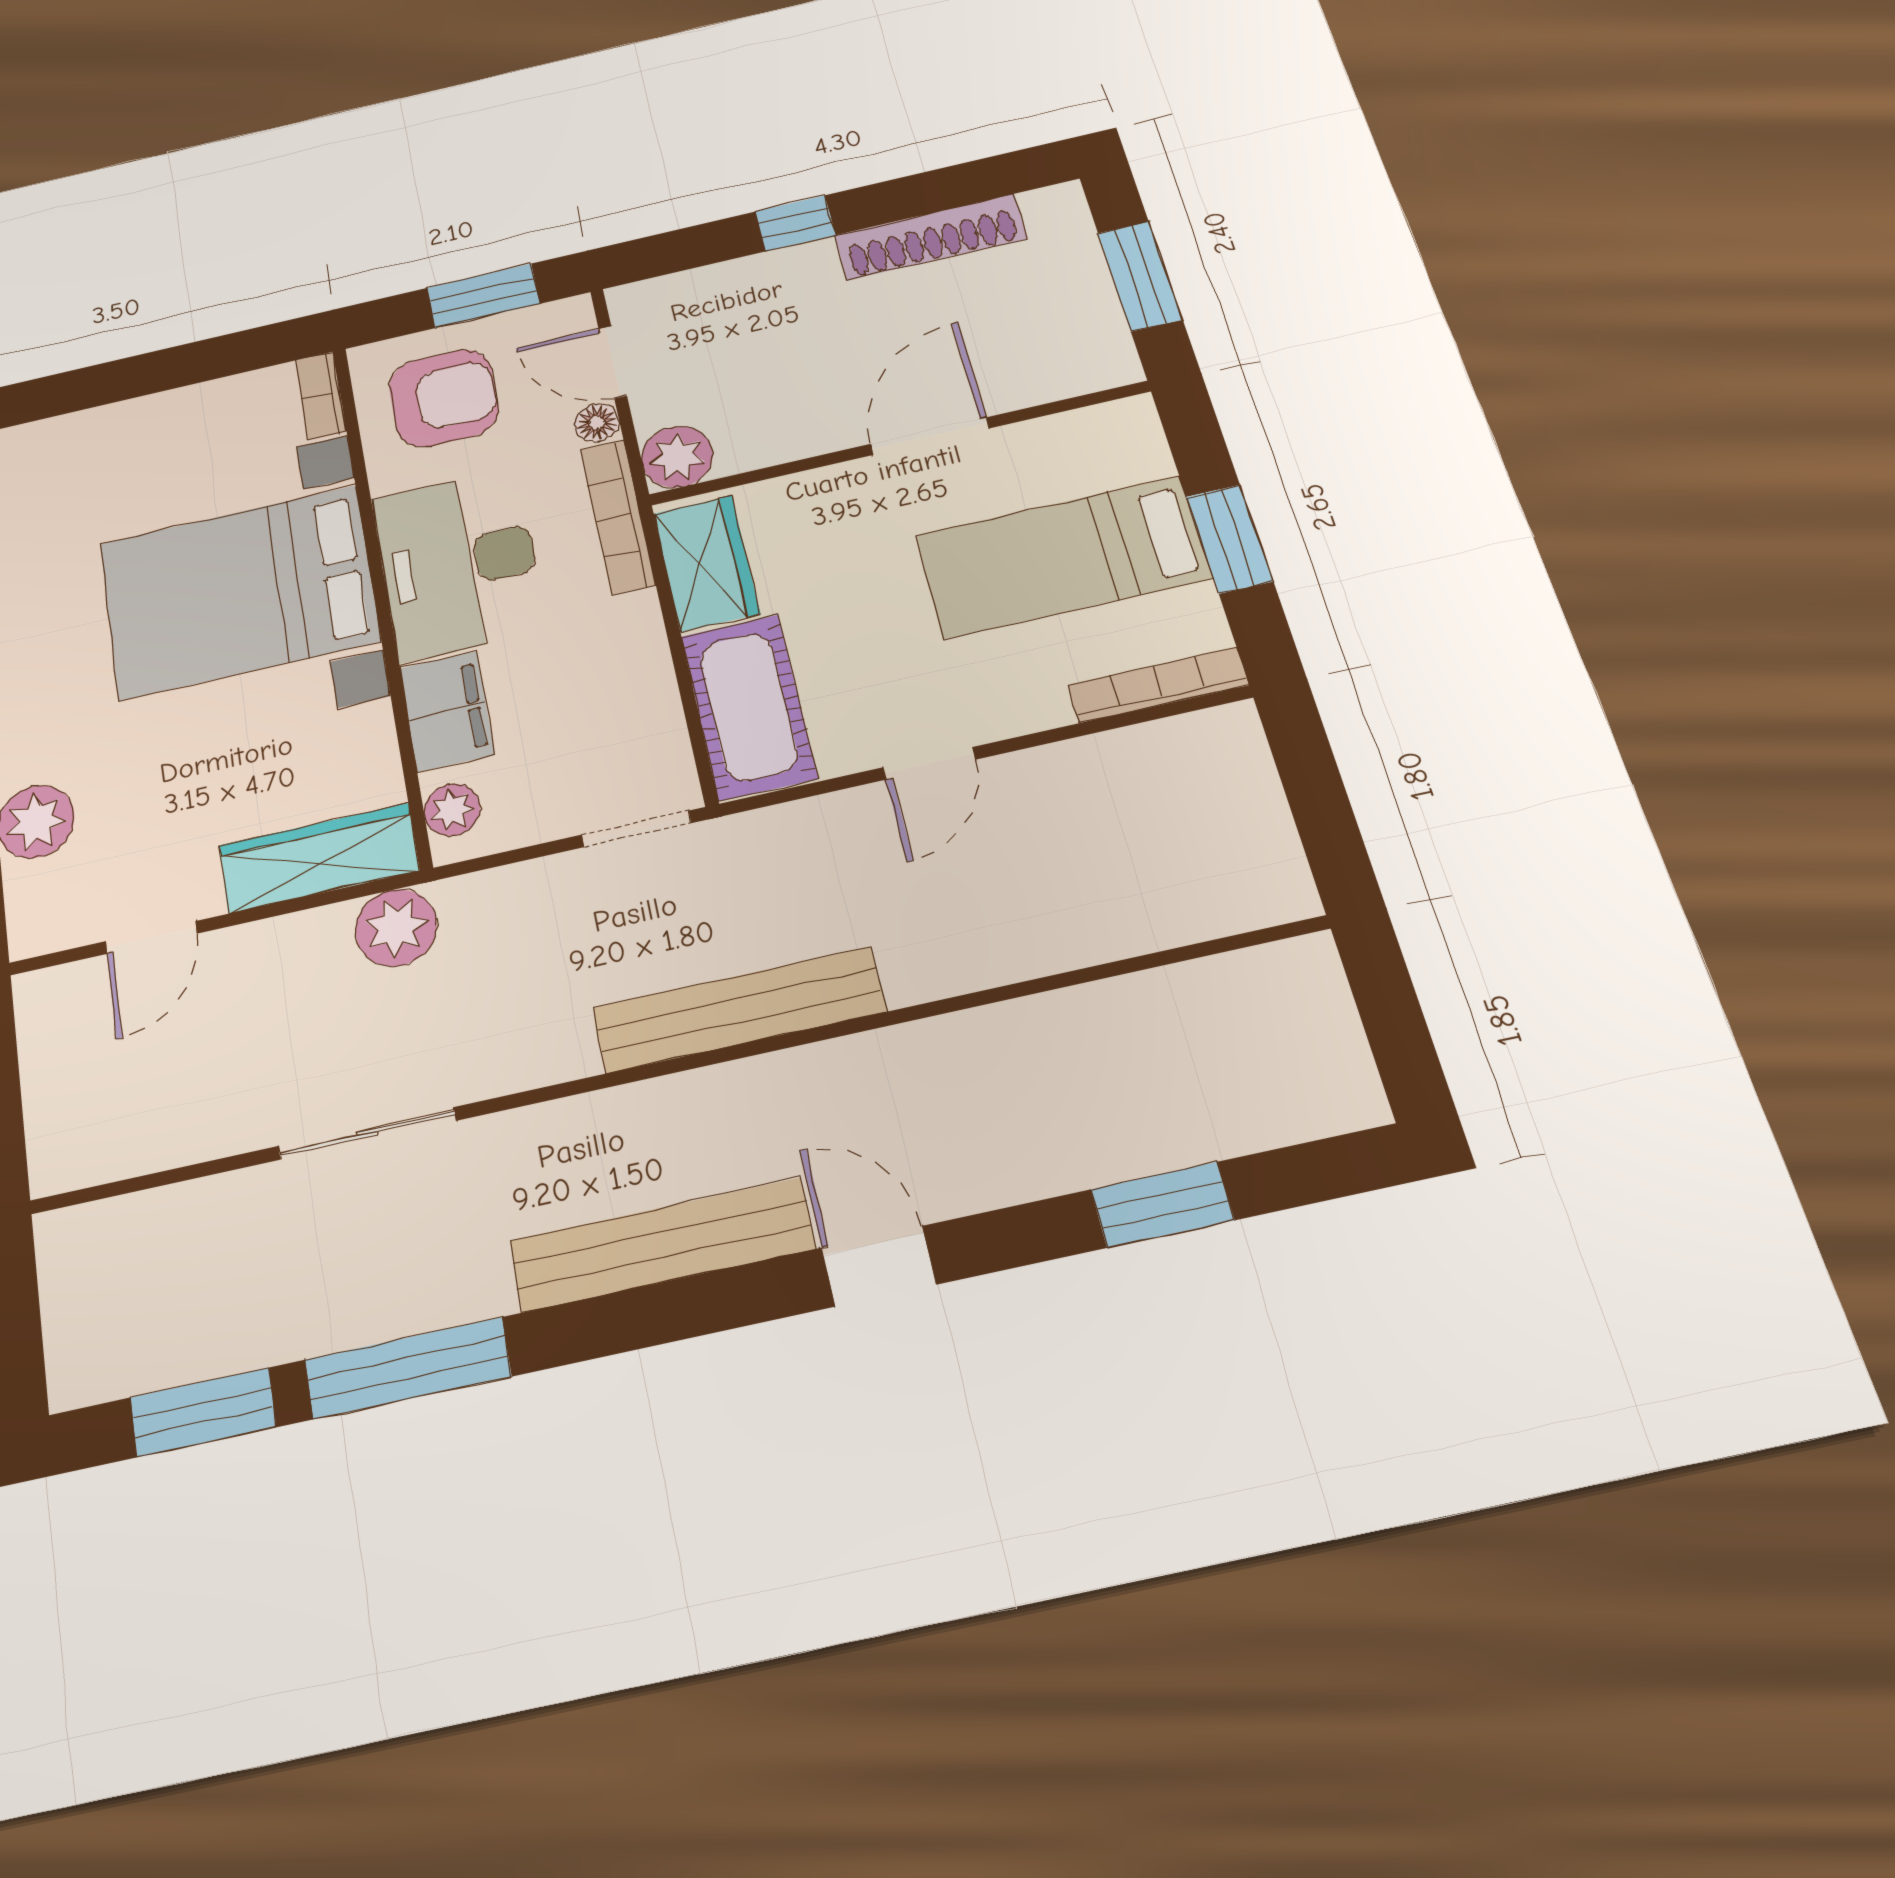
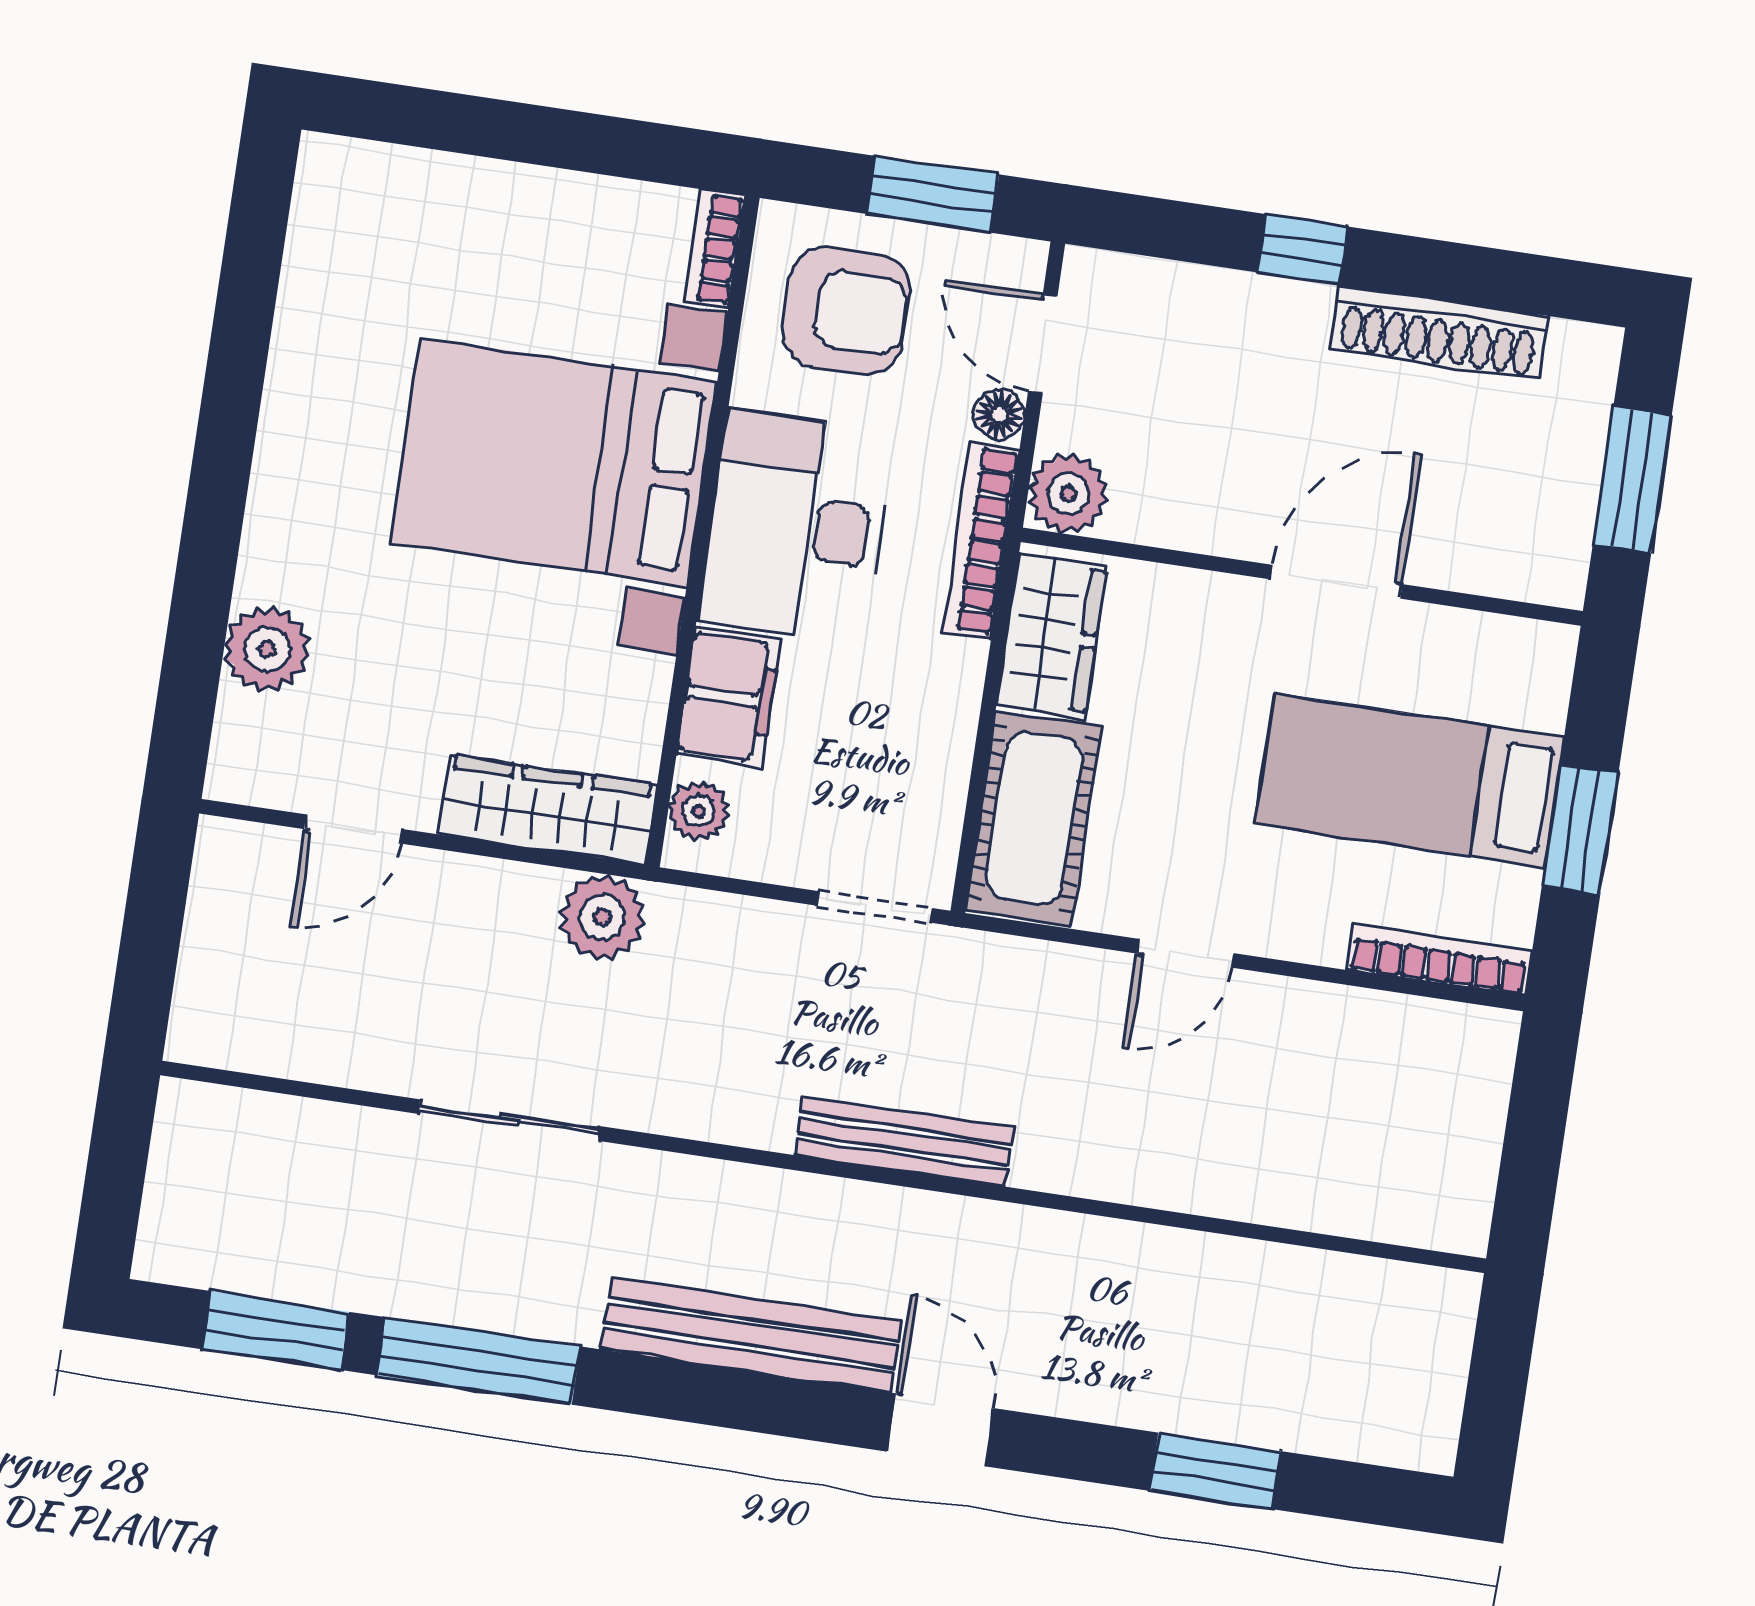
bench: (739, 1010) -> (904, 1142), width x0.73, depth x0.82

